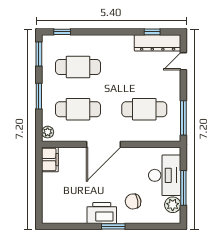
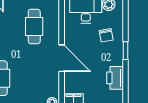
cafe table: (78, 109) -> (34, 78), removed
printer: (102, 213) -> (115, 78), moved

